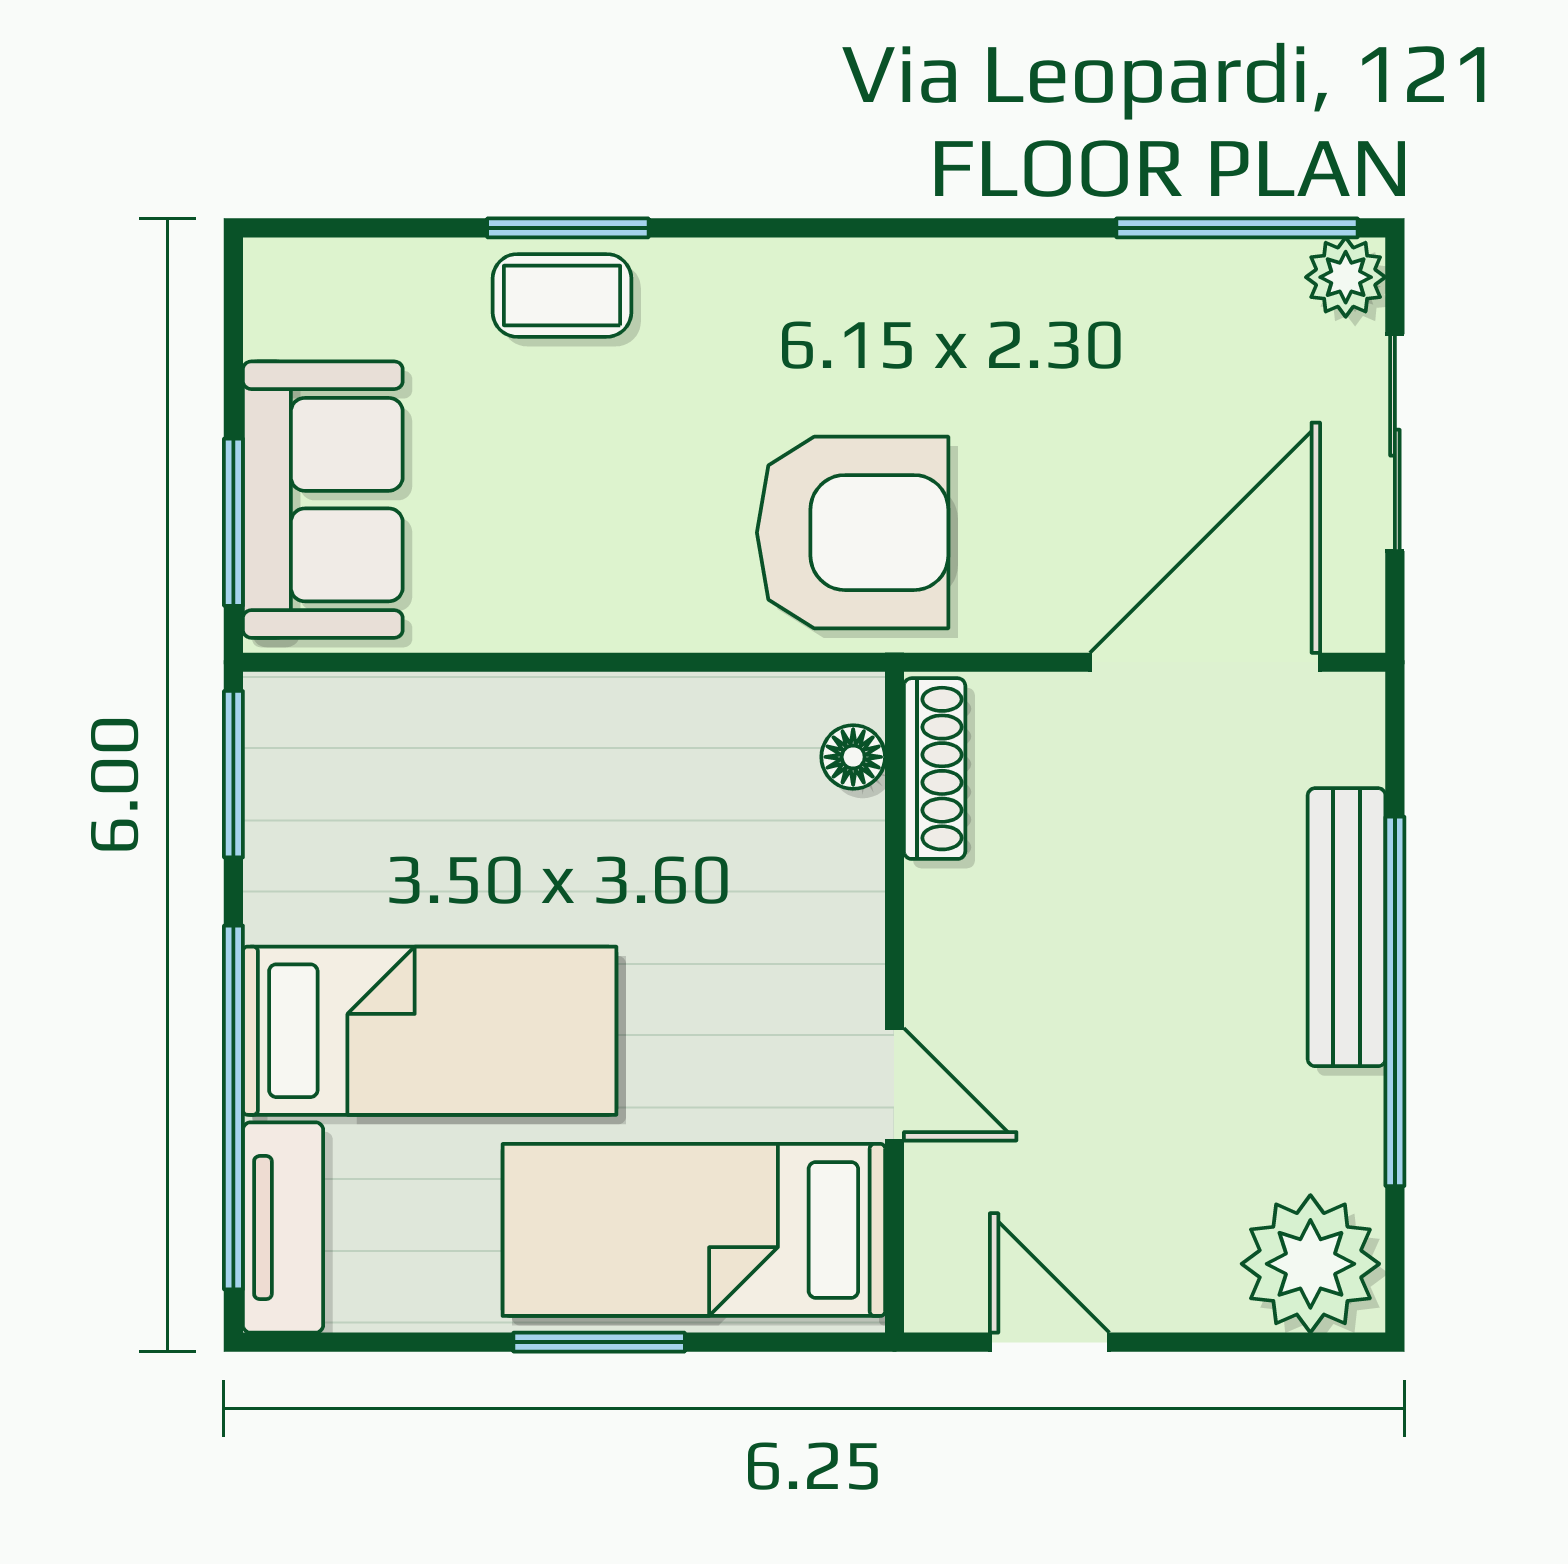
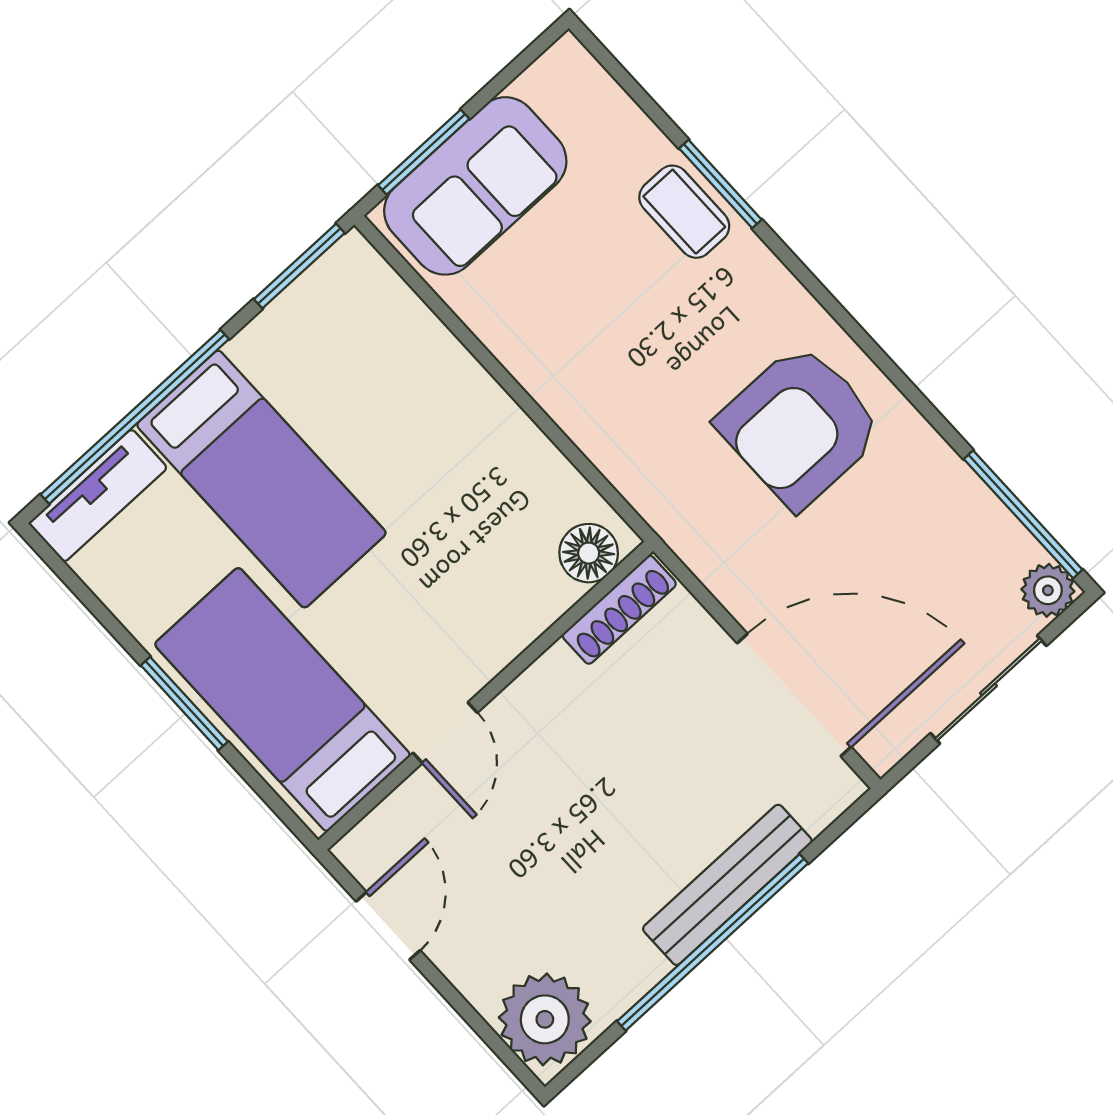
armchair: (853, 533) -> (800, 426), moved, turned 90
floor lamp: (853, 757) -> (589, 553), width x1.37, depth x1.37

